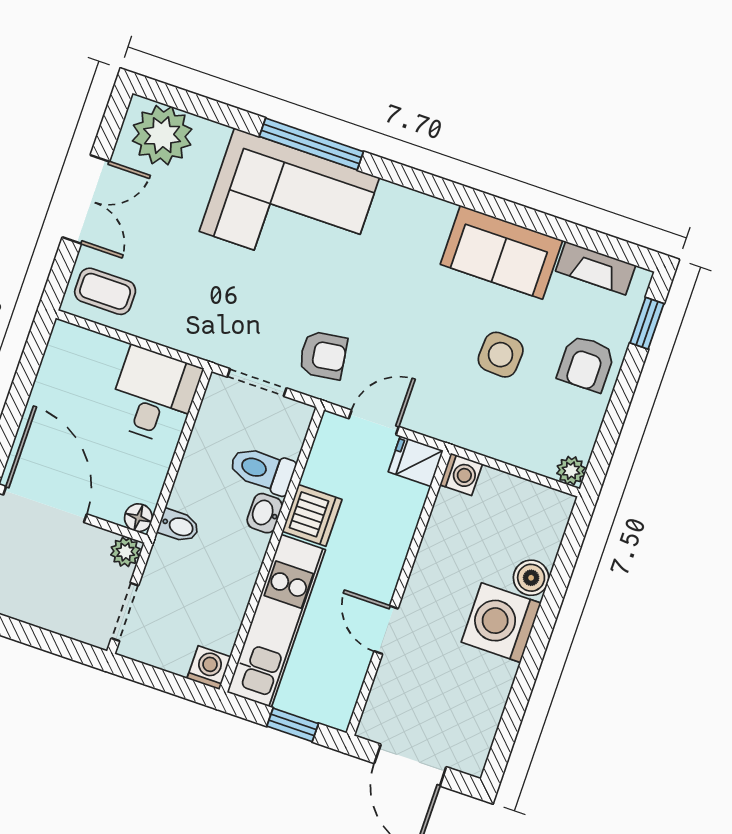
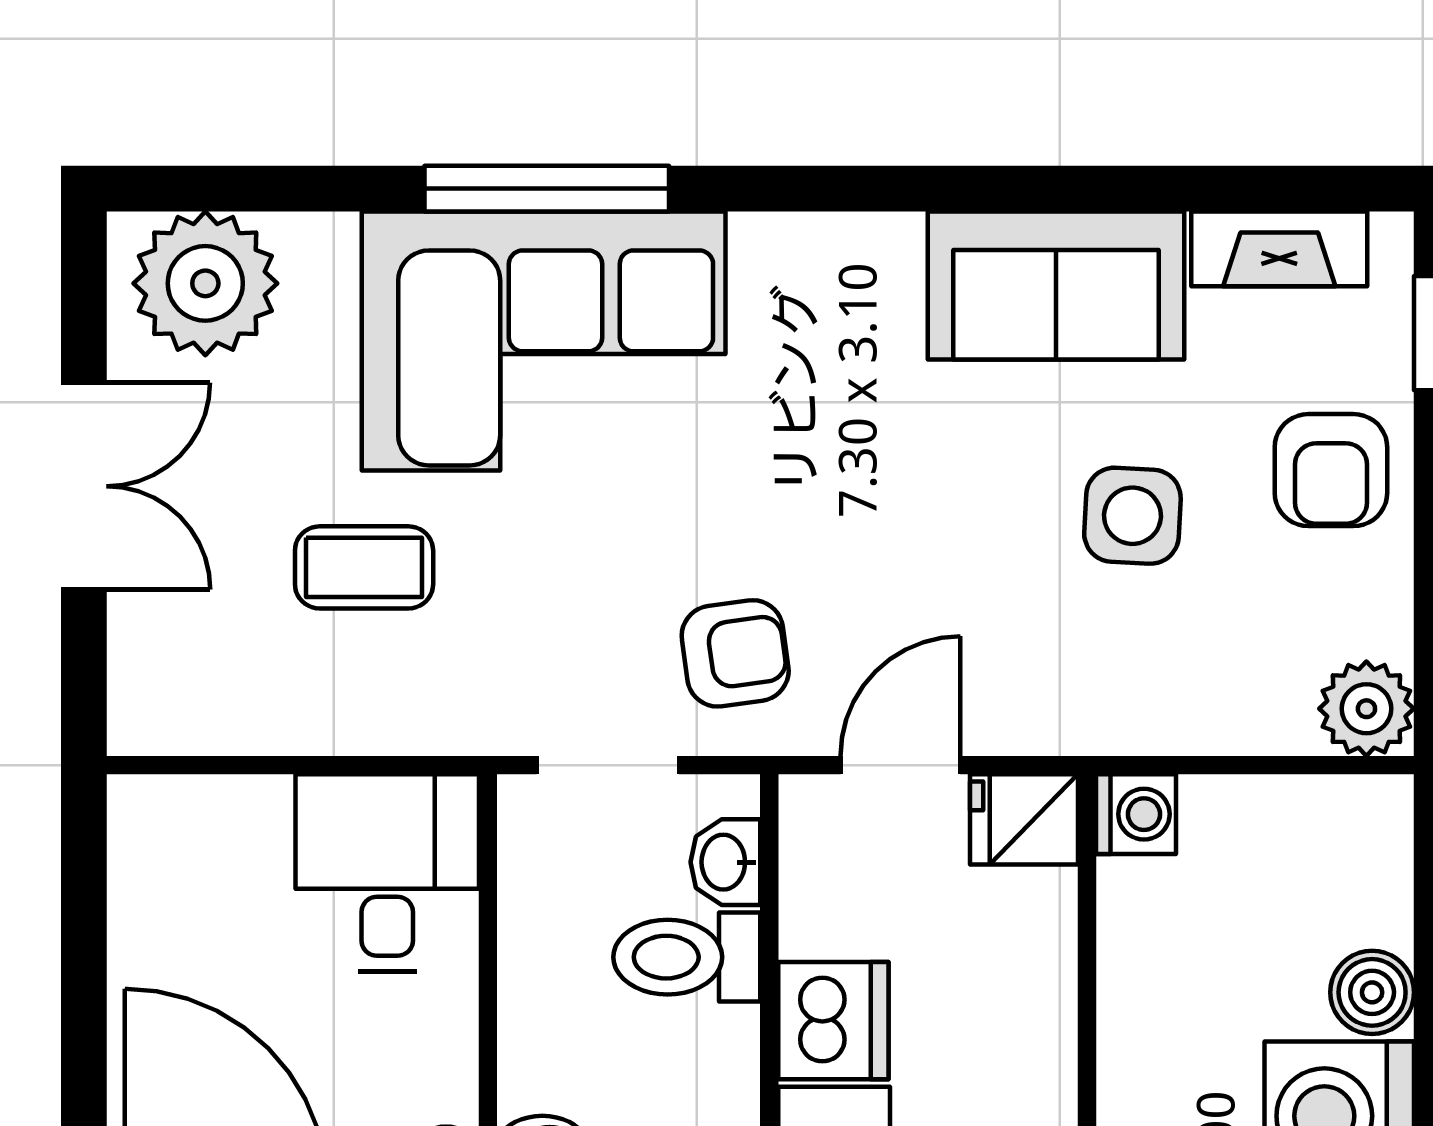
coffee table: (105, 291) -> (364, 567), moved
plant: (571, 471) -> (1366, 709), width x1.38, depth x1.38
washbasin: (265, 513) -> (725, 862), moved

